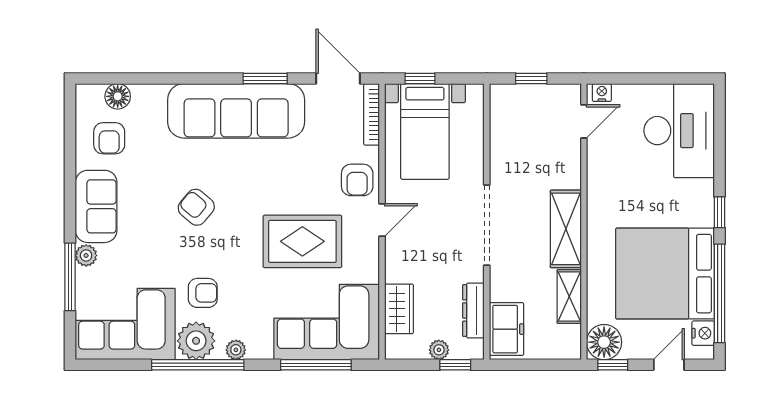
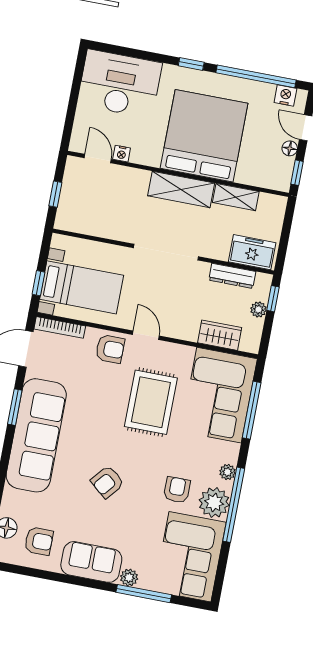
nightstand: (602, 93) -> (122, 154), moved, turned -90
bed: (665, 274) -> (204, 136), moved, turned 180
floor lamp: (604, 342) -> (290, 148), moved, width x0.53, depth x0.53

